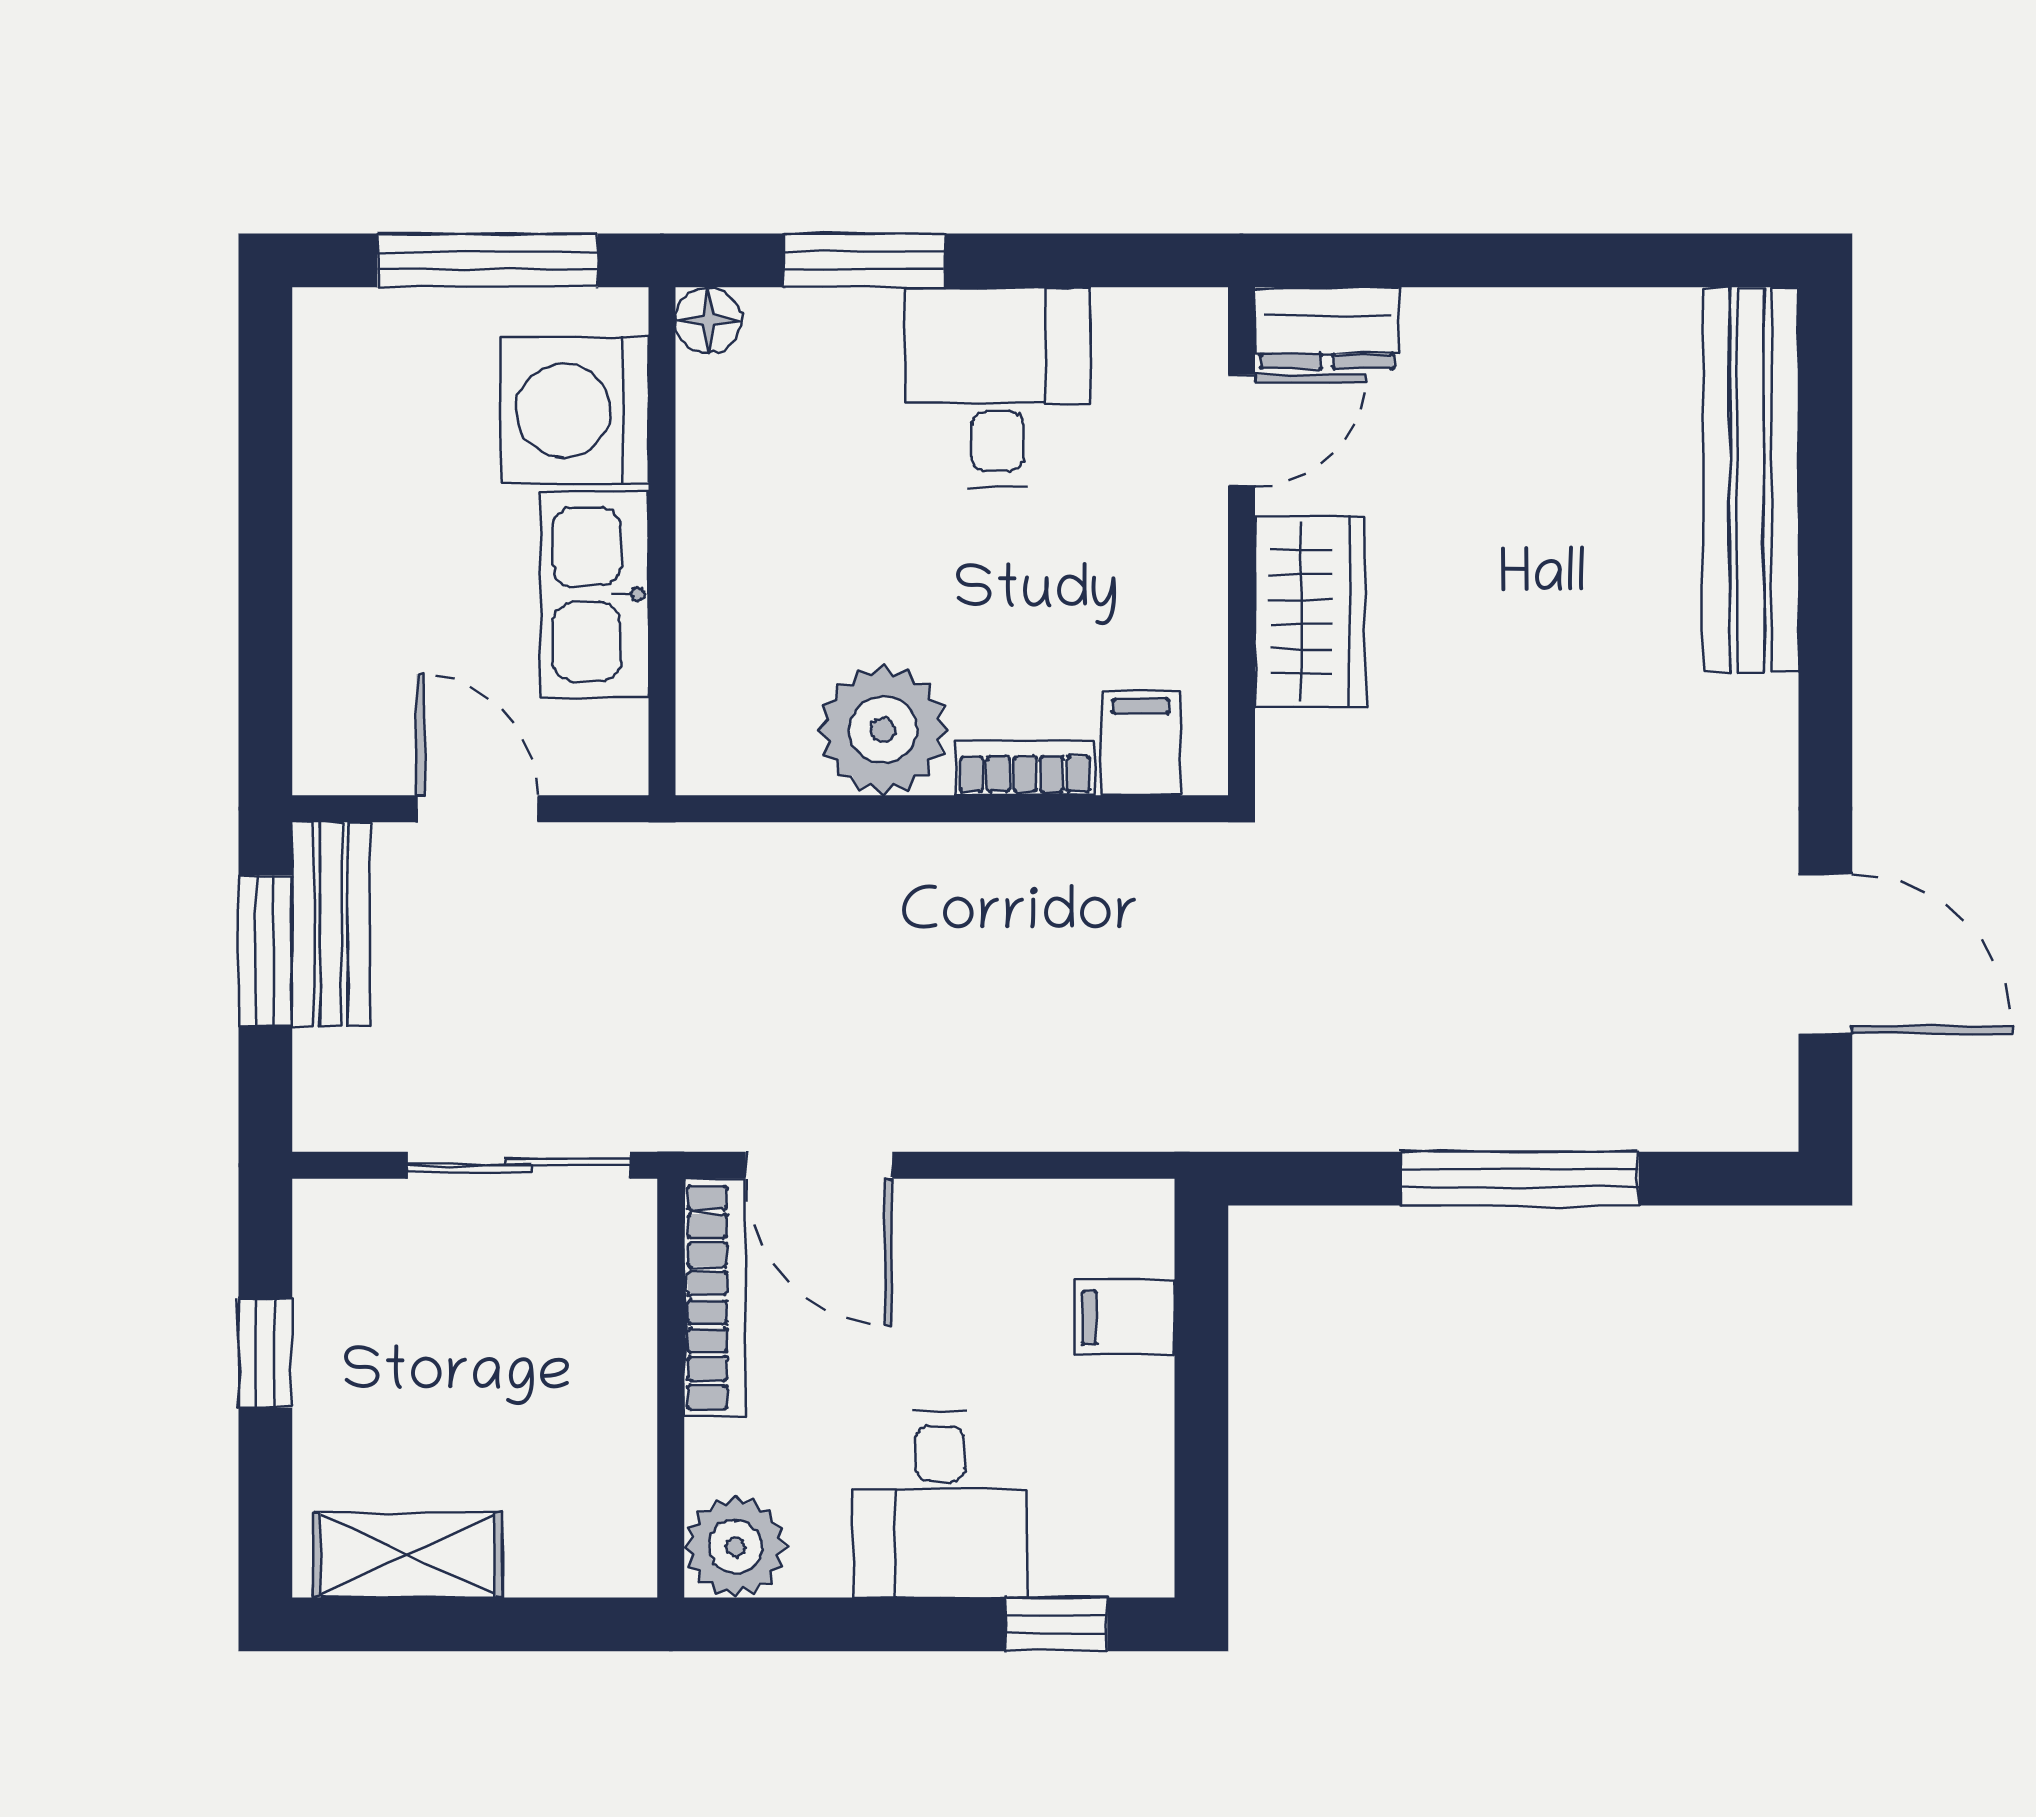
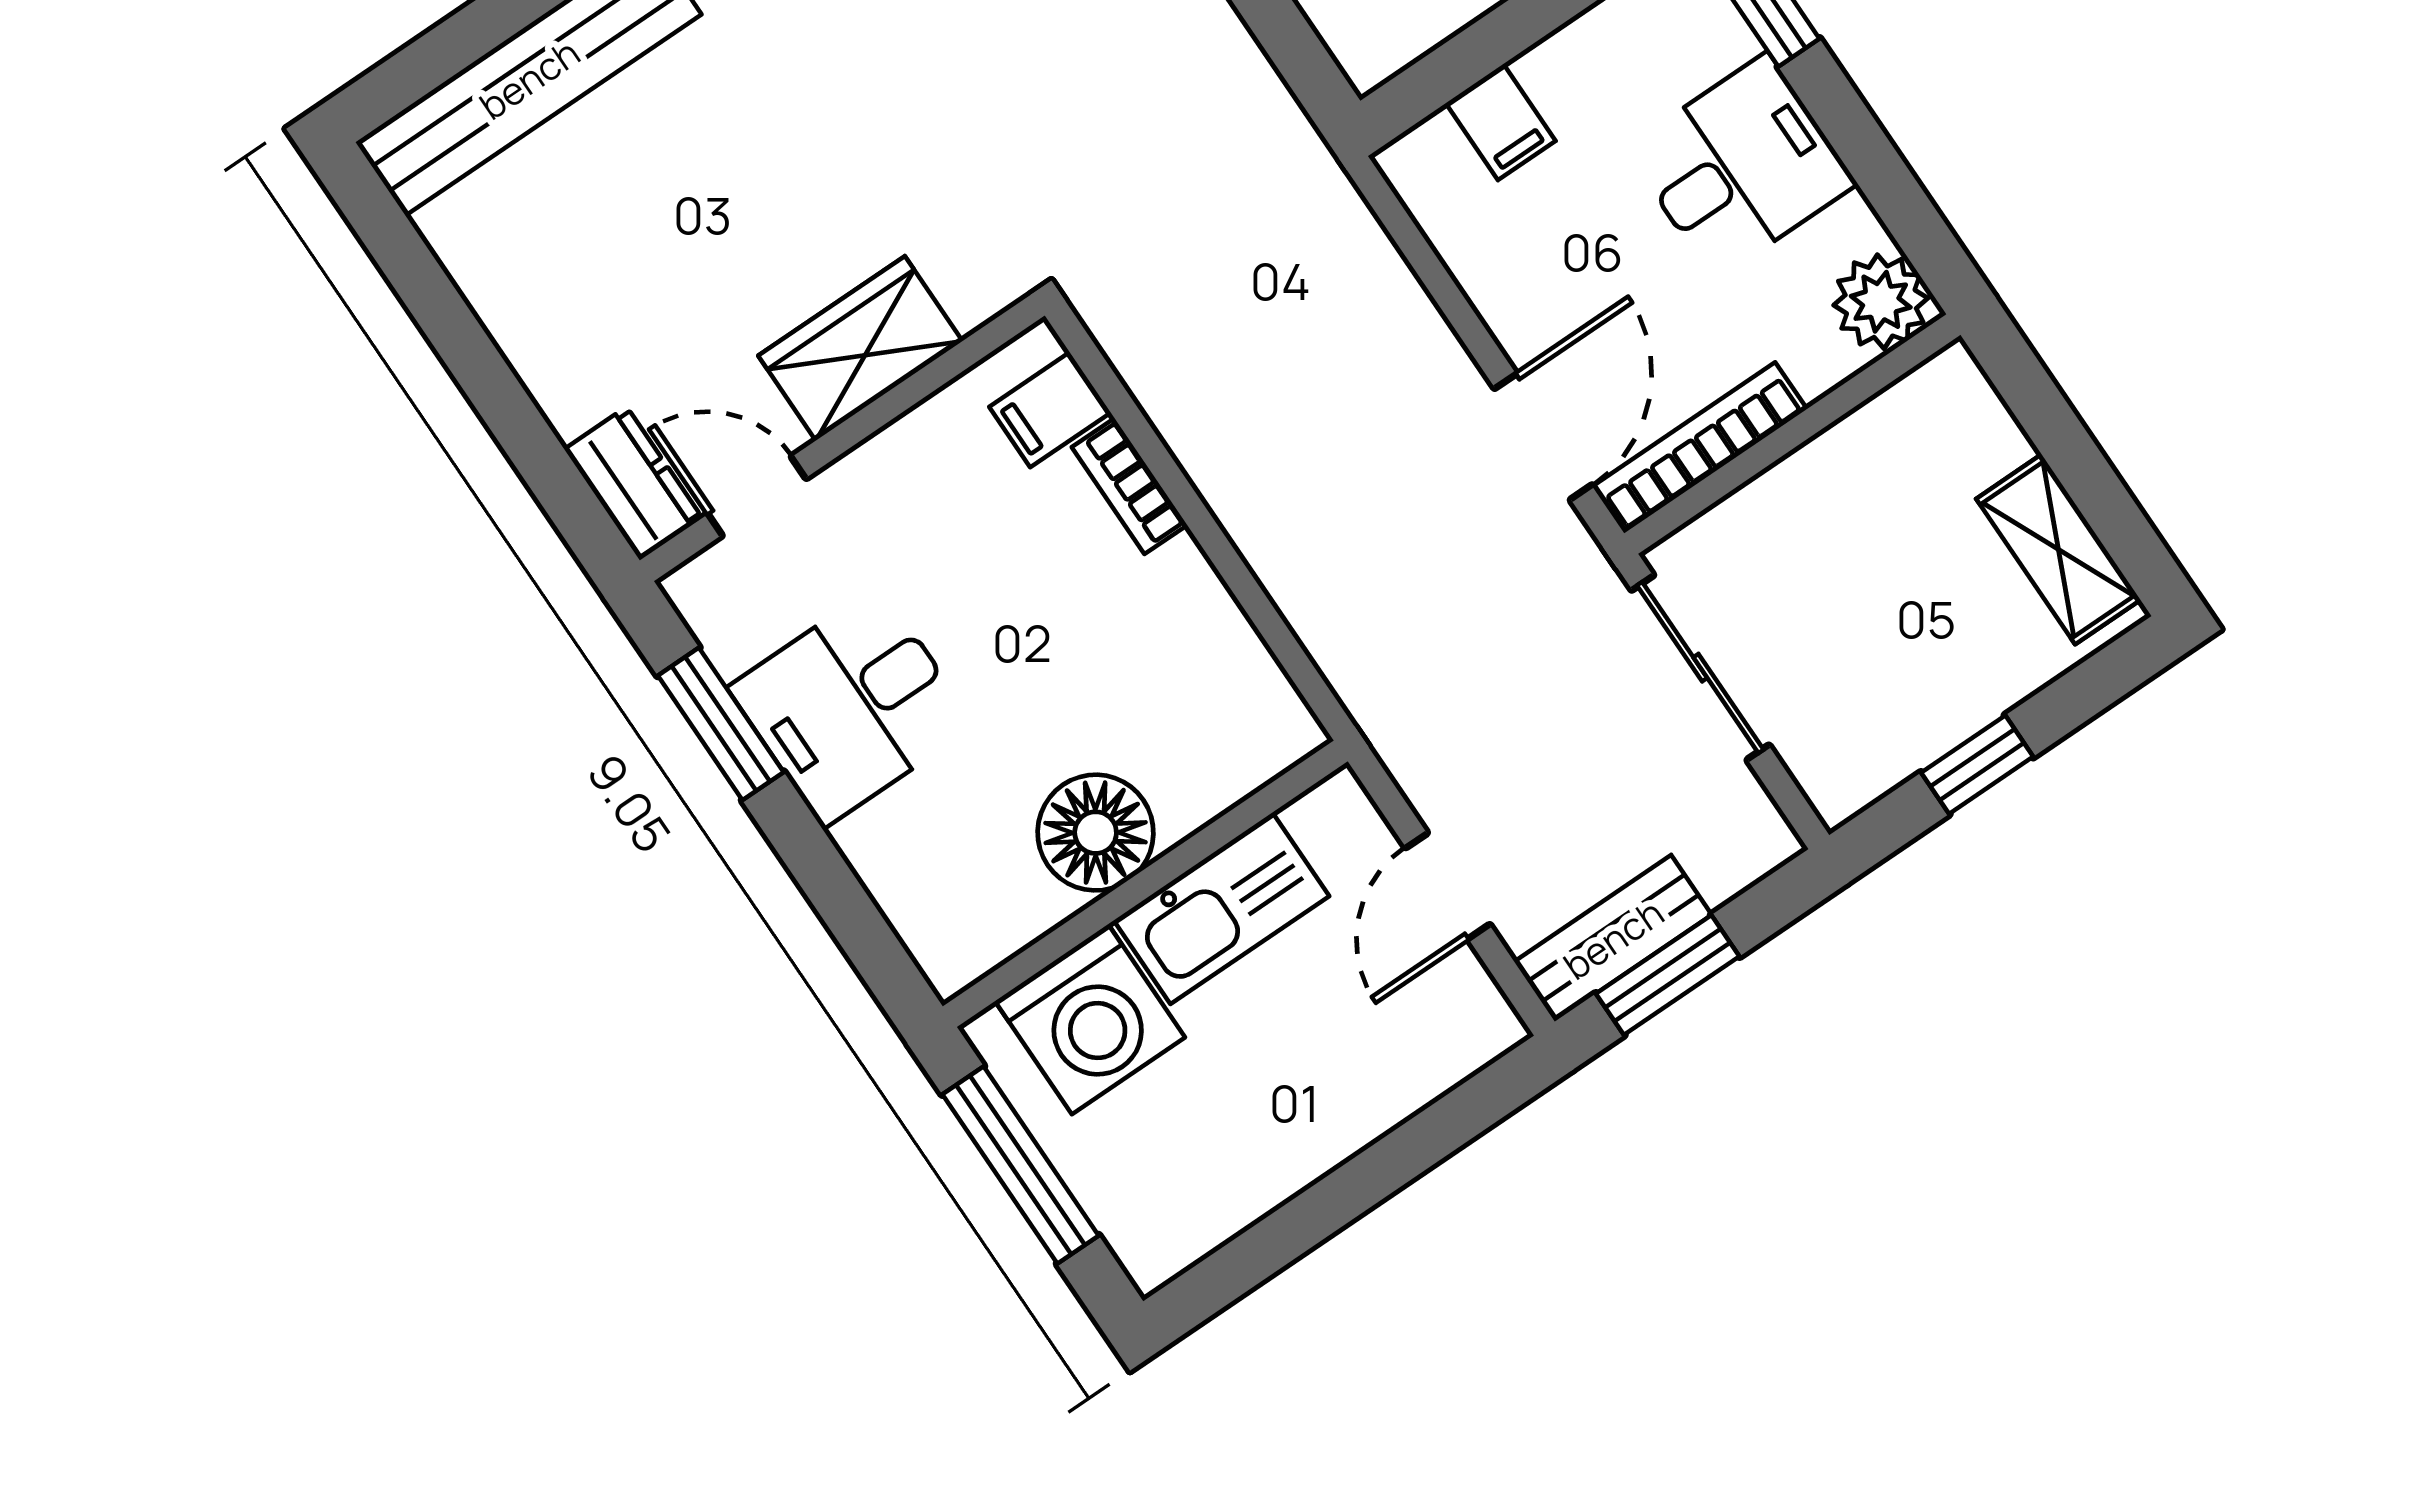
window: (864, 260) -> (721, 724), moved
floor lamp: (708, 320) -> (1096, 833), moved, width x1.89, depth x1.89
plant: (883, 730) -> (1175, 615), removed

